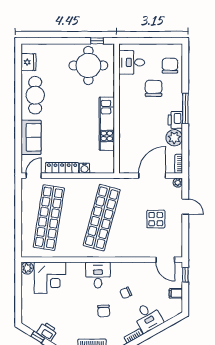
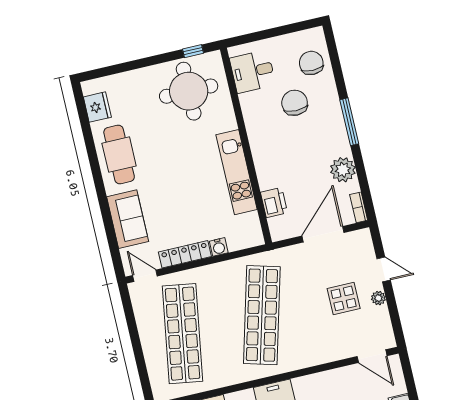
printer: (175, 120) -> (274, 203), moved, turned 180
door: (34, 176) -> (145, 276), hinge flipped
plant: (178, 182) -> (378, 298), moved
window: (185, 275) -> (407, 372), removed

